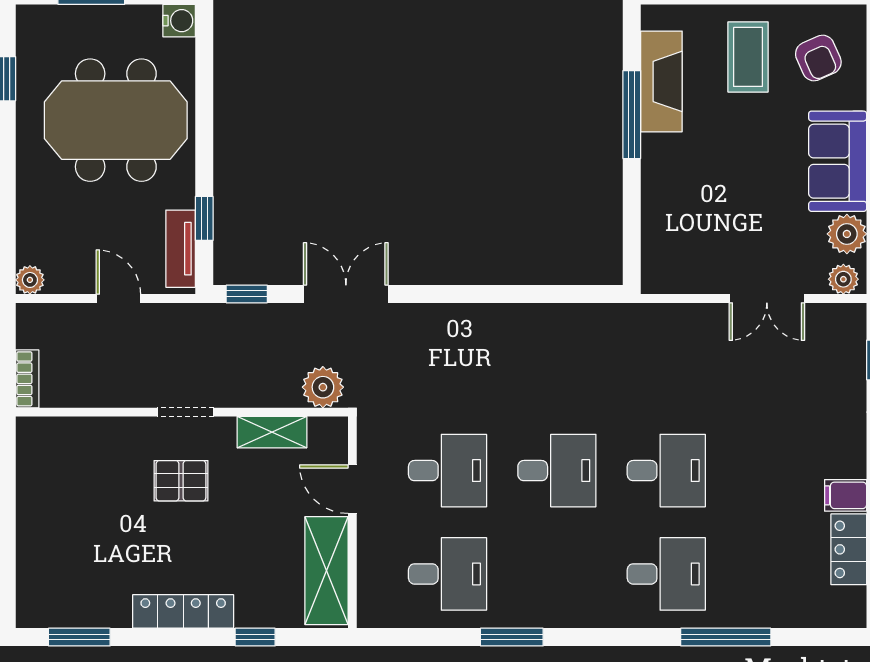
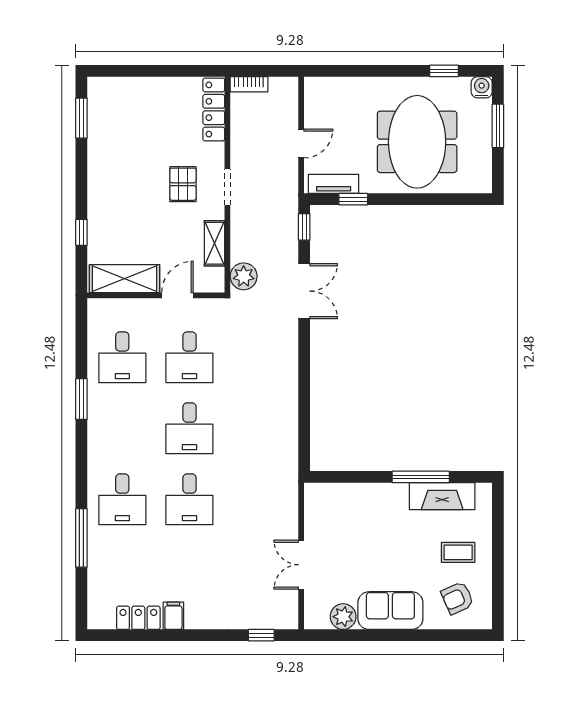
water cooler: (179, 21) -> (482, 87), moved, turned 180
coffee table: (748, 57) -> (458, 552), width x0.73, depth x0.77
plant: (843, 279) -> (314, 614), removed
plant: (30, 280) -> (313, 86), removed
locker: (183, 611) -> (214, 109), moved, turned 180

